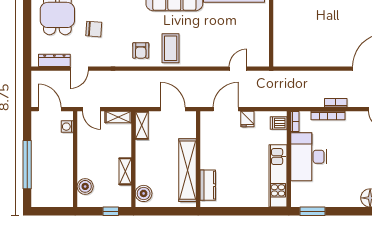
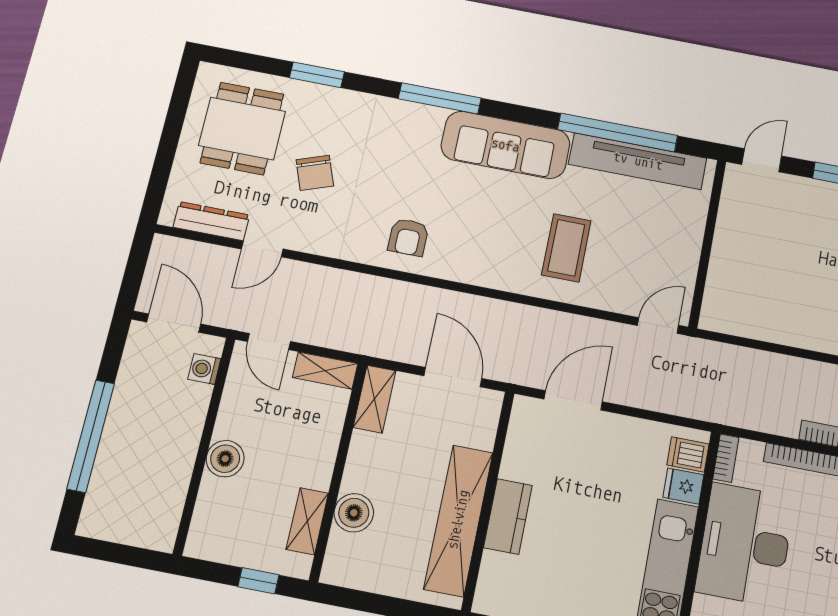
chair: (94, 29) -> (315, 173), turned 66
coffee table: (171, 48) -> (566, 248), moved
door: (238, 69) -> (658, 325), moved
fridge: (247, 119) -> (683, 486), moved, turned 90
shelving: (125, 171) -> (307, 521), moved
kitchen counter: (208, 185) -> (508, 516), moved
boiler: (85, 186) -> (225, 459), moved
boiler: (144, 193) -> (354, 513), moved

